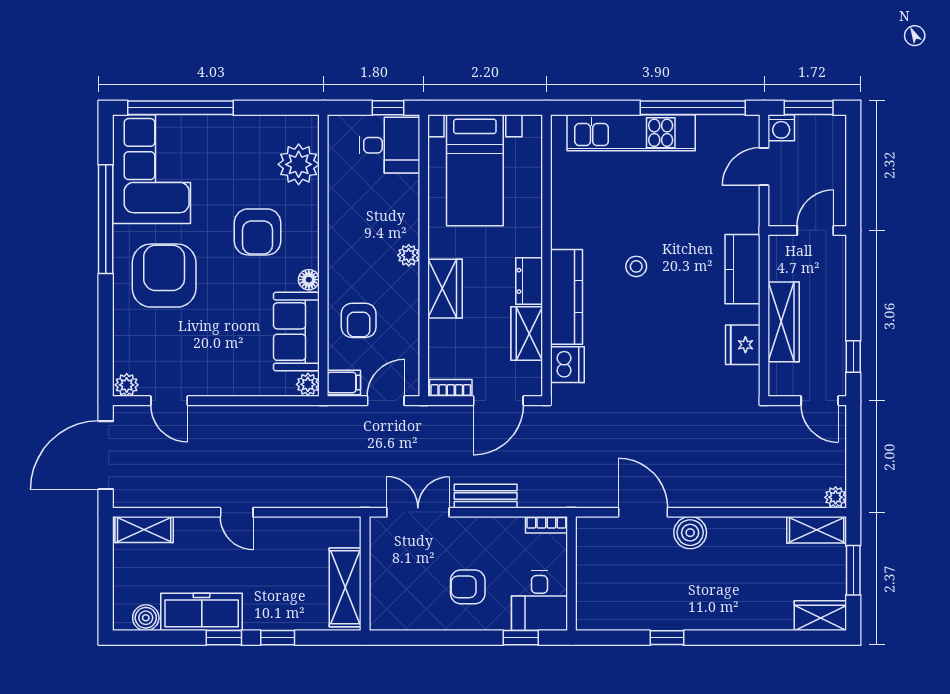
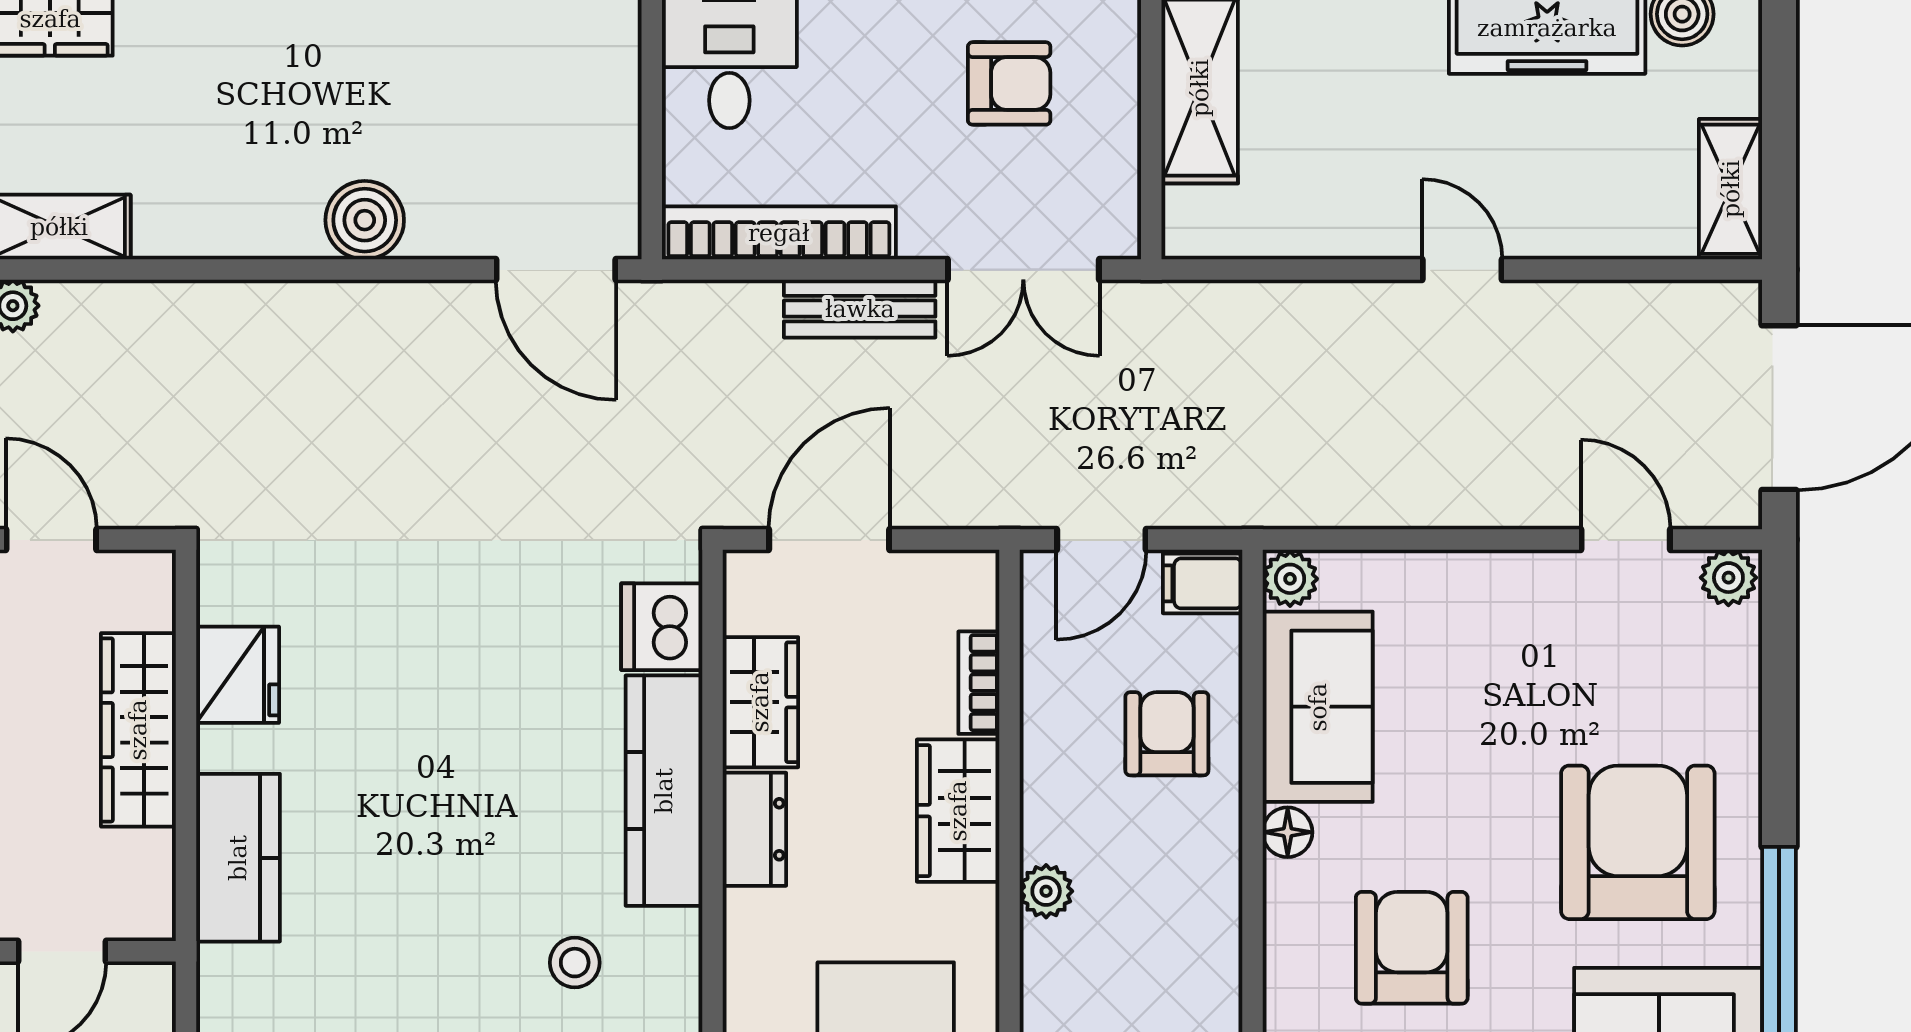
stool: (636, 266) -> (575, 963), moved
armchair: (164, 276) -> (1638, 842), turned 180
bookcase: (451, 388) -> (979, 683), moved, turned 90
door: (643, 512) -> (556, 270), moved
bookcase: (546, 525) -> (779, 233), width x2.31, depth x1.31
shelving: (144, 529) -> (1731, 189), moved, turned 90
armchair: (468, 587) -> (1009, 83), moved

